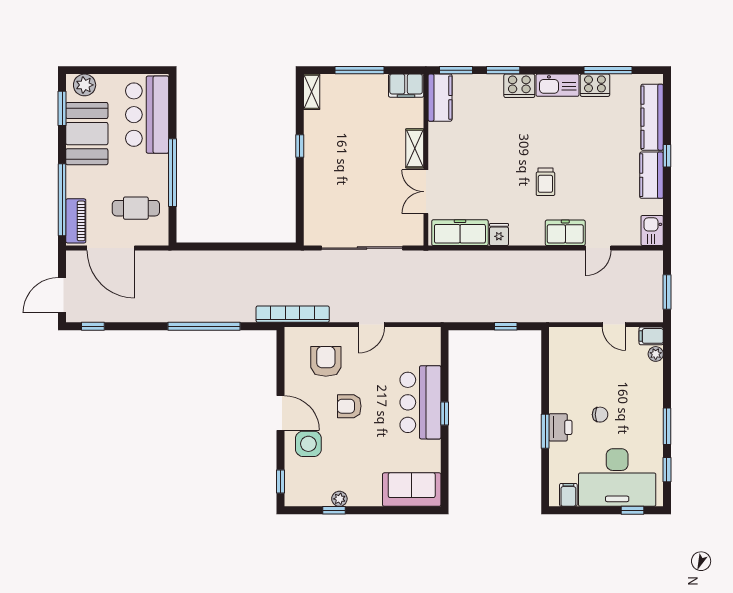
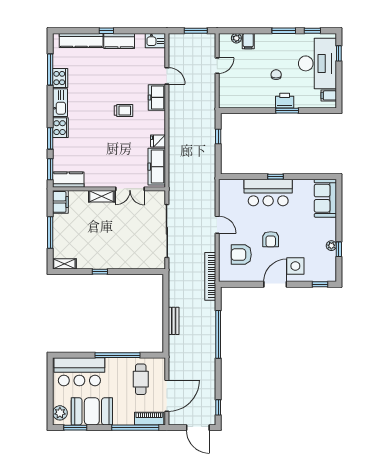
bench: (225, 258) -> (174, 321), added
filing cabinet: (651, 336) -> (248, 41), moved

